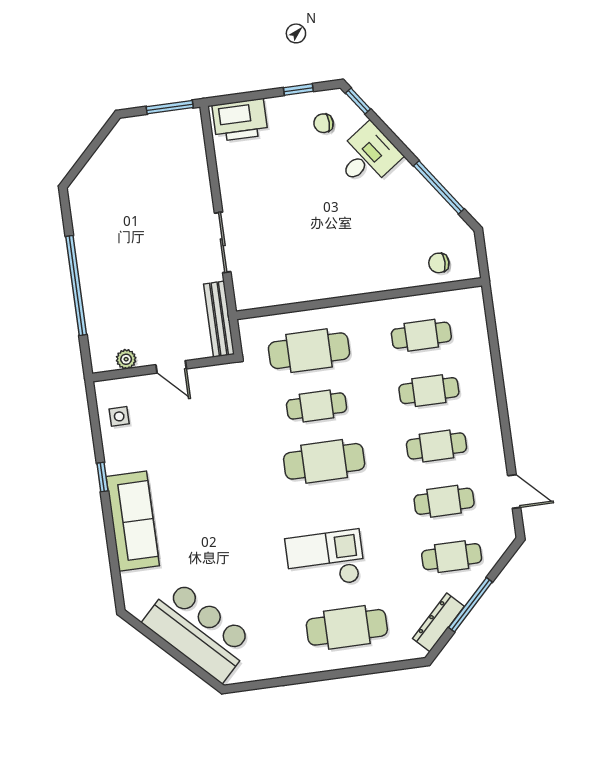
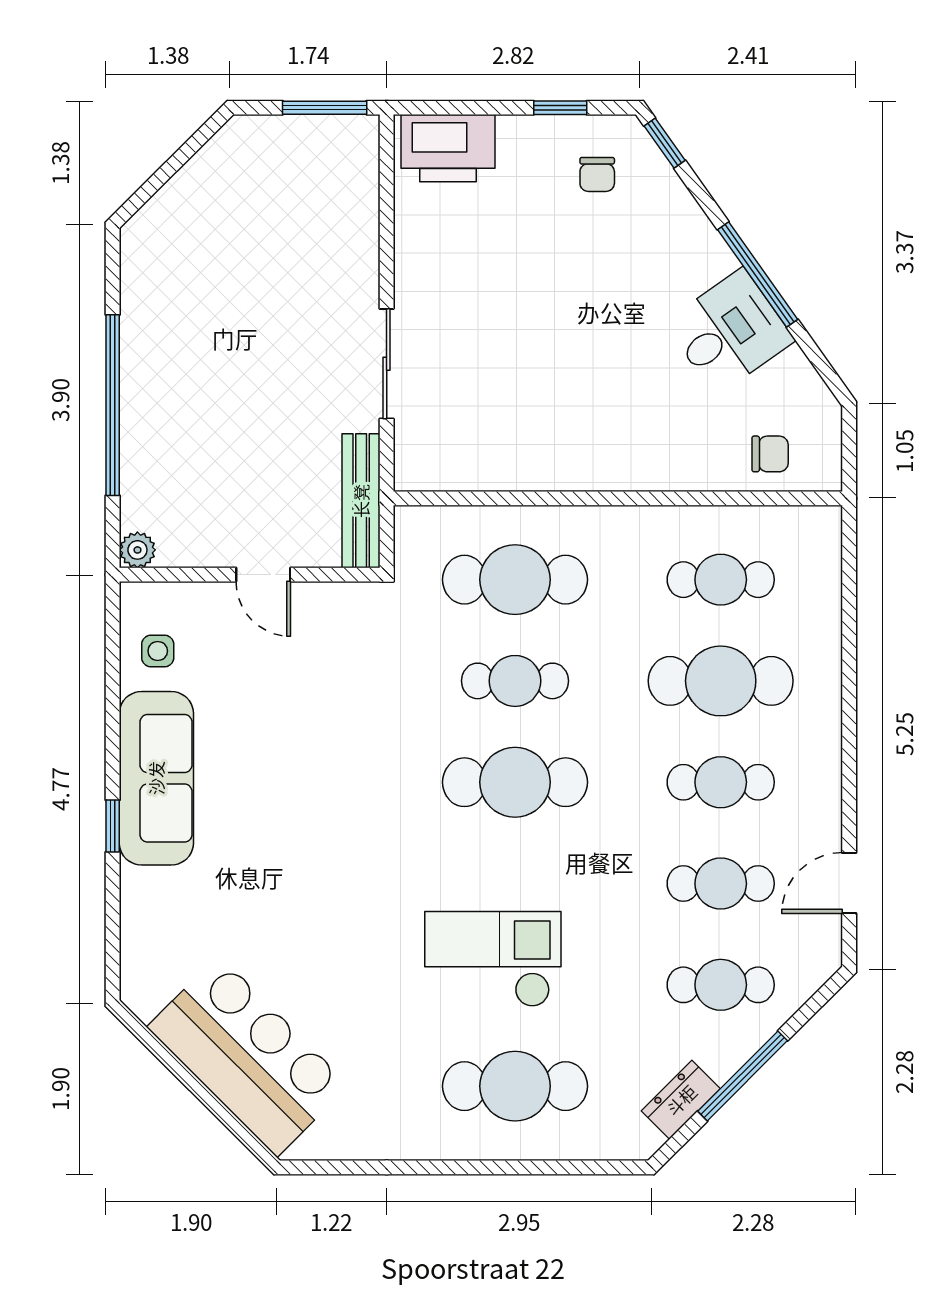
chair: (324, 123) -> (597, 174), turned -90
desk: (368, 156) -> (729, 332), moved
window: (439, 187) -> (758, 275), moved
chair: (439, 263) -> (770, 454), turned 180
plant: (126, 359) -> (137, 550), moved
cafe table: (429, 391) -> (721, 681), width x1.37, depth x1.35
window: (102, 477) -> (113, 826), moved
door: (514, 491) -> (849, 883), swing flipped
sofa: (133, 521) -> (156, 778), moved
dresser: (438, 622) -> (681, 1100), width x0.70

